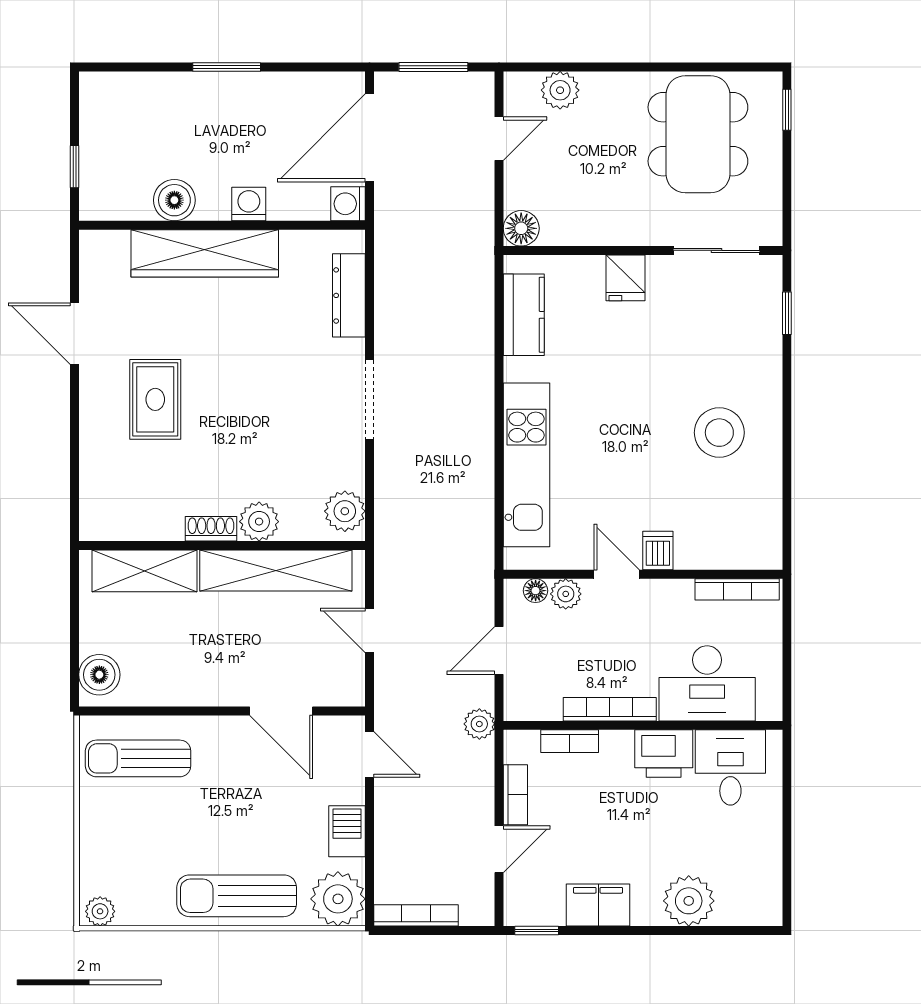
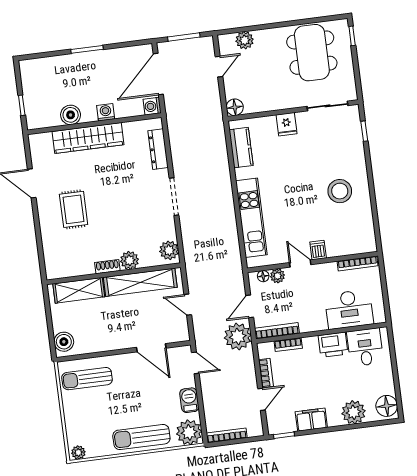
bookcase: (610, 709) -> (277, 331), moved
plant: (479, 724) -> (238, 336), width x1.87, depth x1.87
floor lamp: (760, 896) -> (387, 406), added

